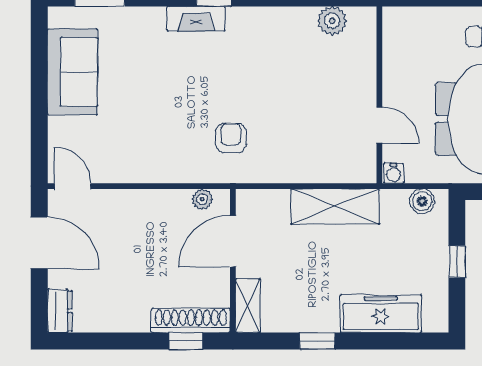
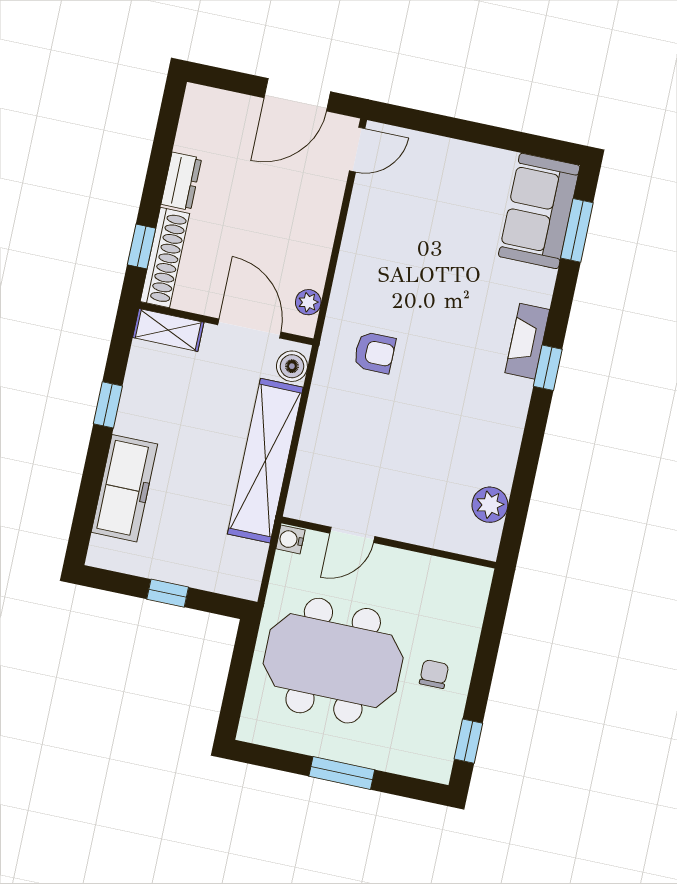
sofa: (72, 72) -> (539, 211), moved, turned 90
boiler: (422, 201) -> (292, 366), moved
shelving: (335, 207) -> (265, 461), width x1.47
dresser: (60, 311) -> (181, 181), moved, turned -90

